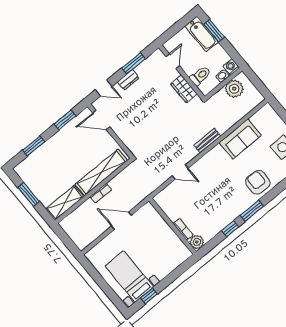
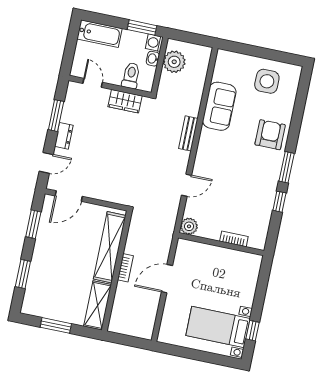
window: (214, 31) -> (142, 28), moved
armchair: (258, 182) -> (270, 135), turned 88
plant: (197, 242) -> (189, 226), moved

